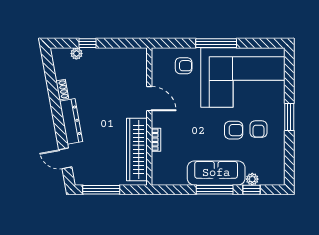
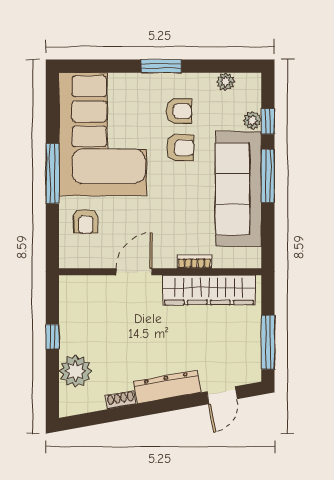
window: (88, 43) -> (52, 337), moved
plant: (76, 54) -> (75, 371), width x1.88, depth x1.88
armchair: (184, 66) -> (86, 221), turned 180
armchair: (234, 130) -> (180, 148), turned 90
plant: (279, 161) -> (226, 82), added
sofa: (216, 173) -> (239, 189), width x1.36, depth x1.27

